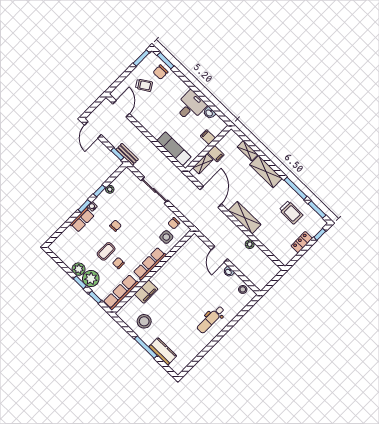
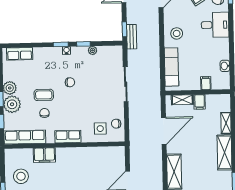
desk: (191, 106) -> (215, 25), moved
stool: (155, 123) -> (177, 33), added
row of seats: (82, 220) -> (20, 54), moved
row of seats: (150, 264) -> (68, 137), width x0.68

